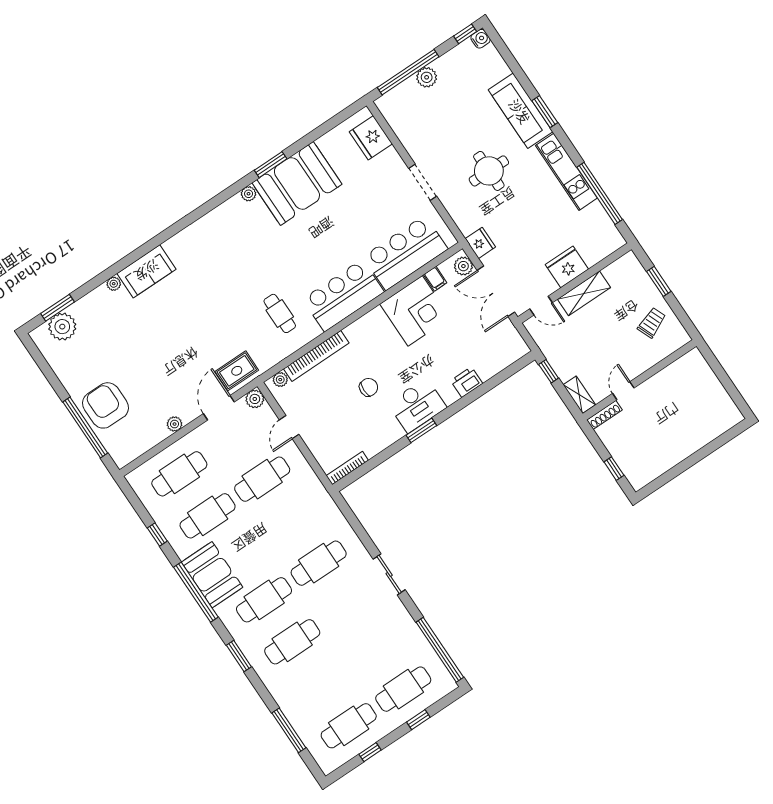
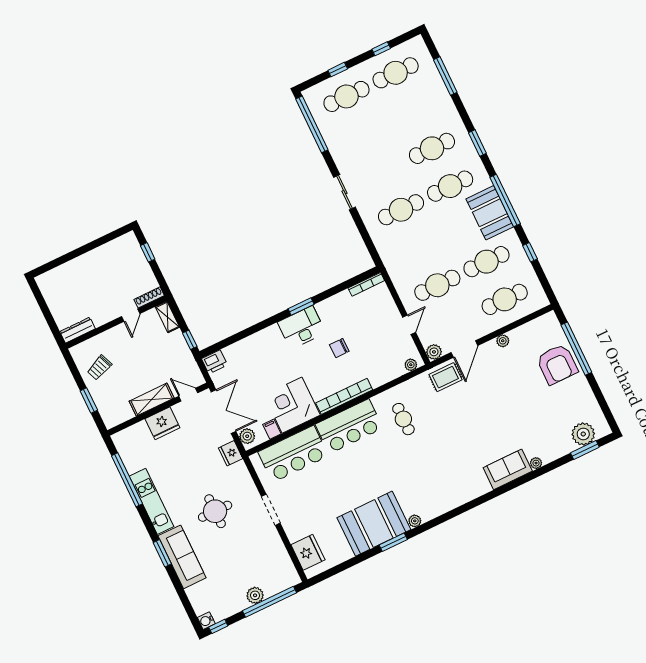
bookcase: (316, 356) -> (344, 396), moved
dresser: (684, 364) -> (78, 330), added
printer: (467, 382) -> (214, 362), moved

